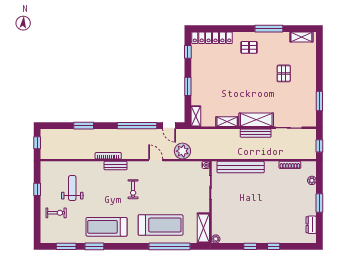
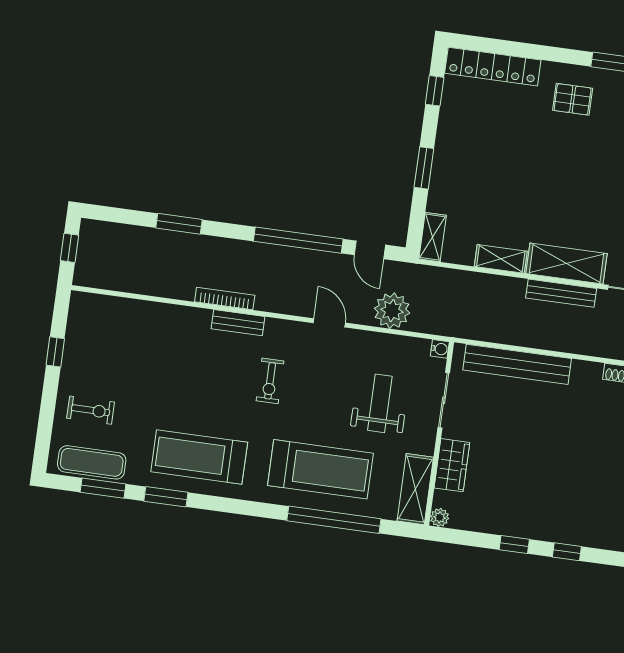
weight bench: (72, 188) -> (380, 403), moved
wardrobe: (218, 215) -> (452, 465), added
exercise mat: (60, 236) -> (92, 462), added

